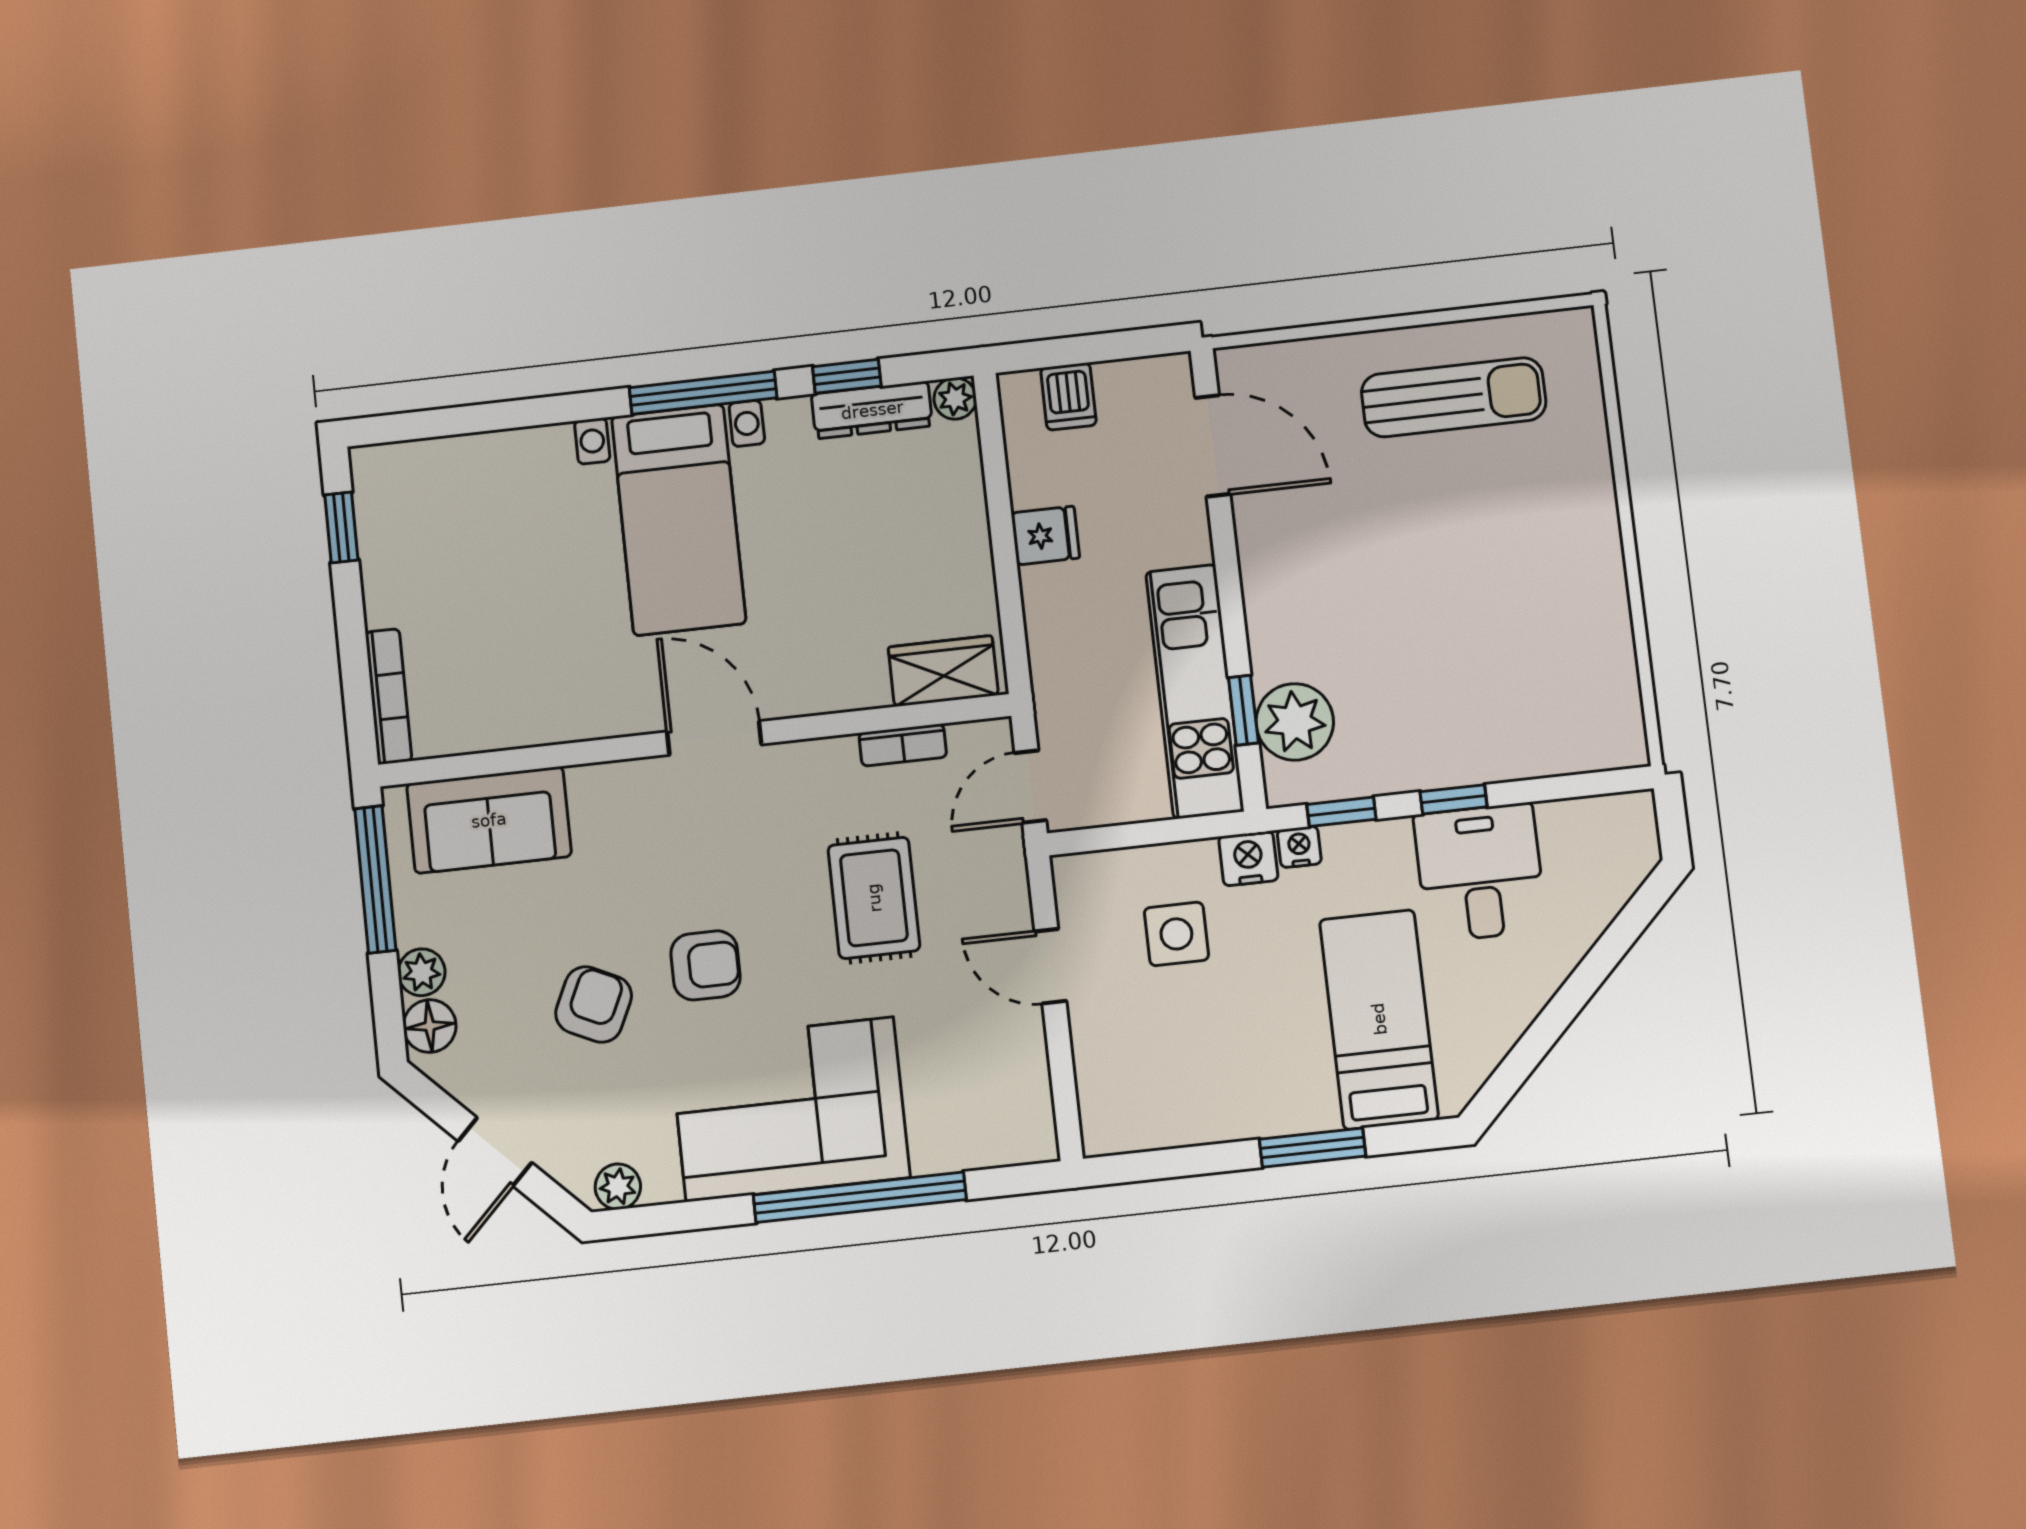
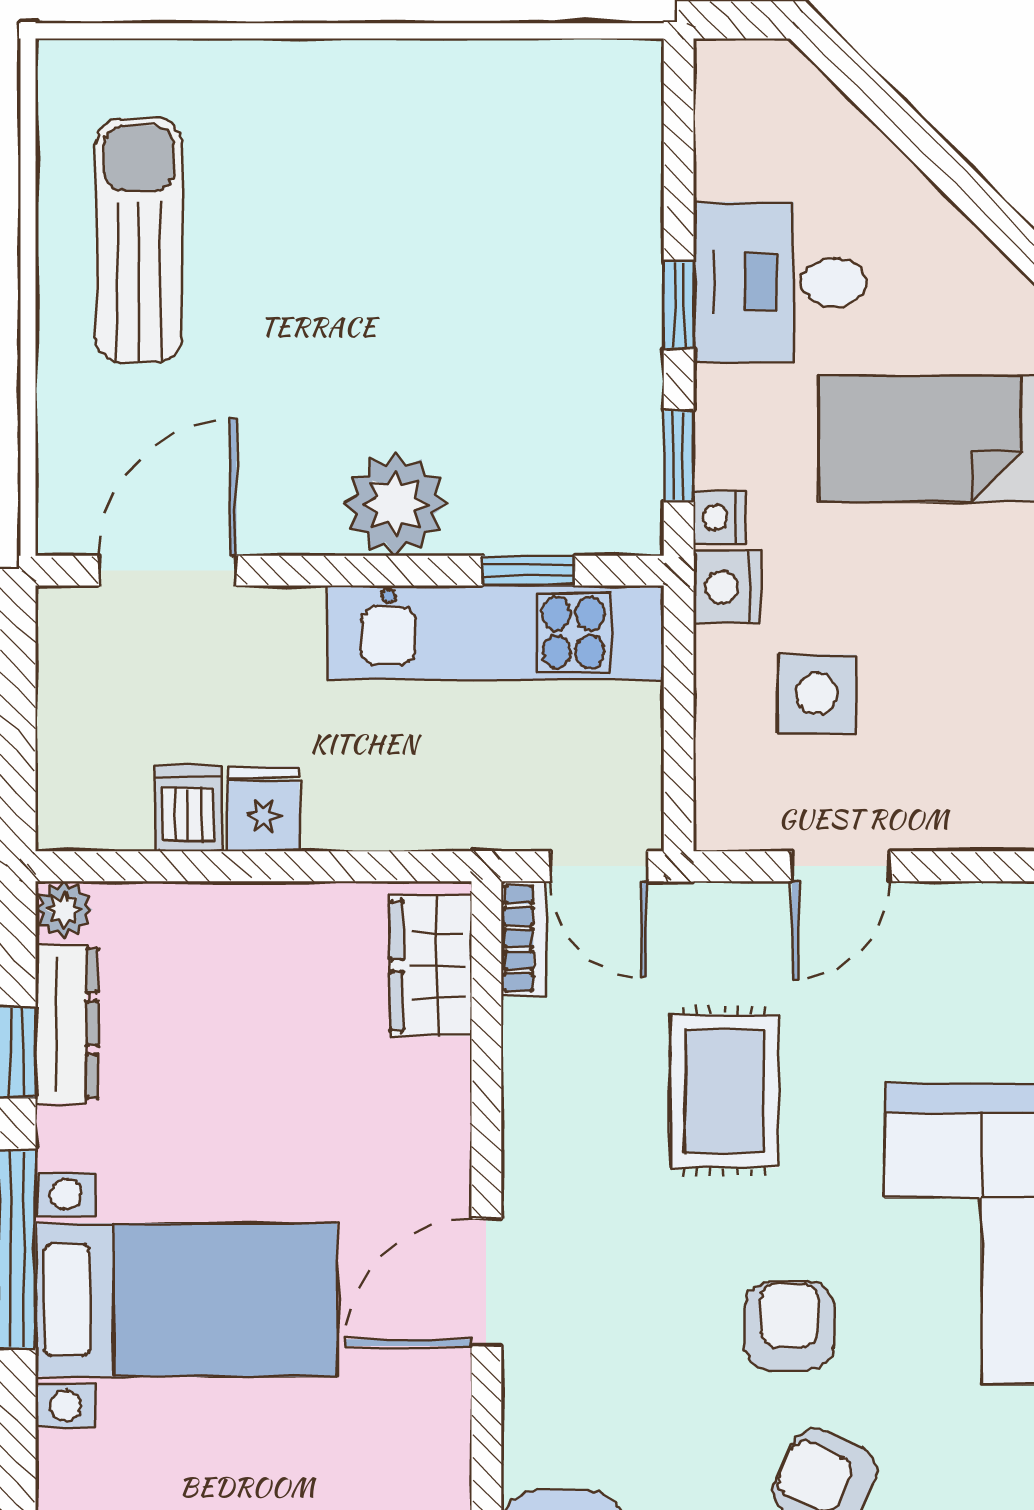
dishwasher: (1068, 396) -> (188, 808), moved, turned -90
plant: (1295, 722) -> (396, 504), moved
bookcase: (903, 745) -> (524, 938), moved
rug: (874, 898) -> (724, 1091), turned 90

